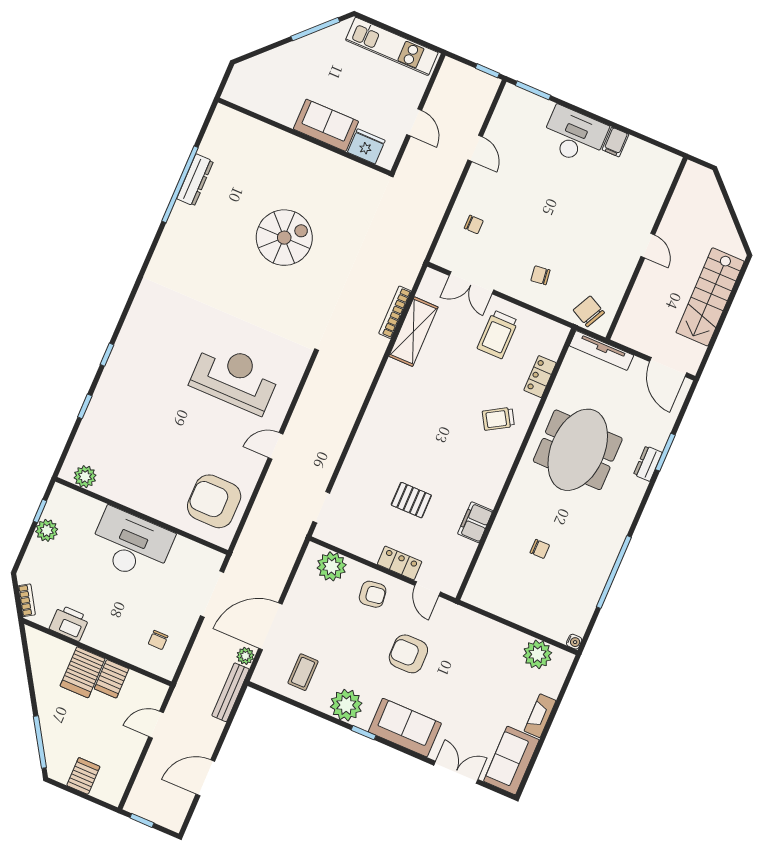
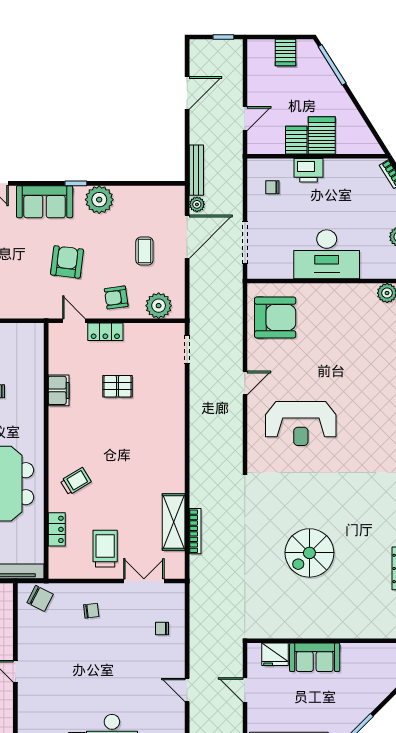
printer: (69, 623) -> (309, 170), moved
chair: (158, 640) -> (272, 187), turned -90
armchair: (408, 654) -> (67, 262), turned -83
coffee table: (303, 672) -> (144, 251), moved

